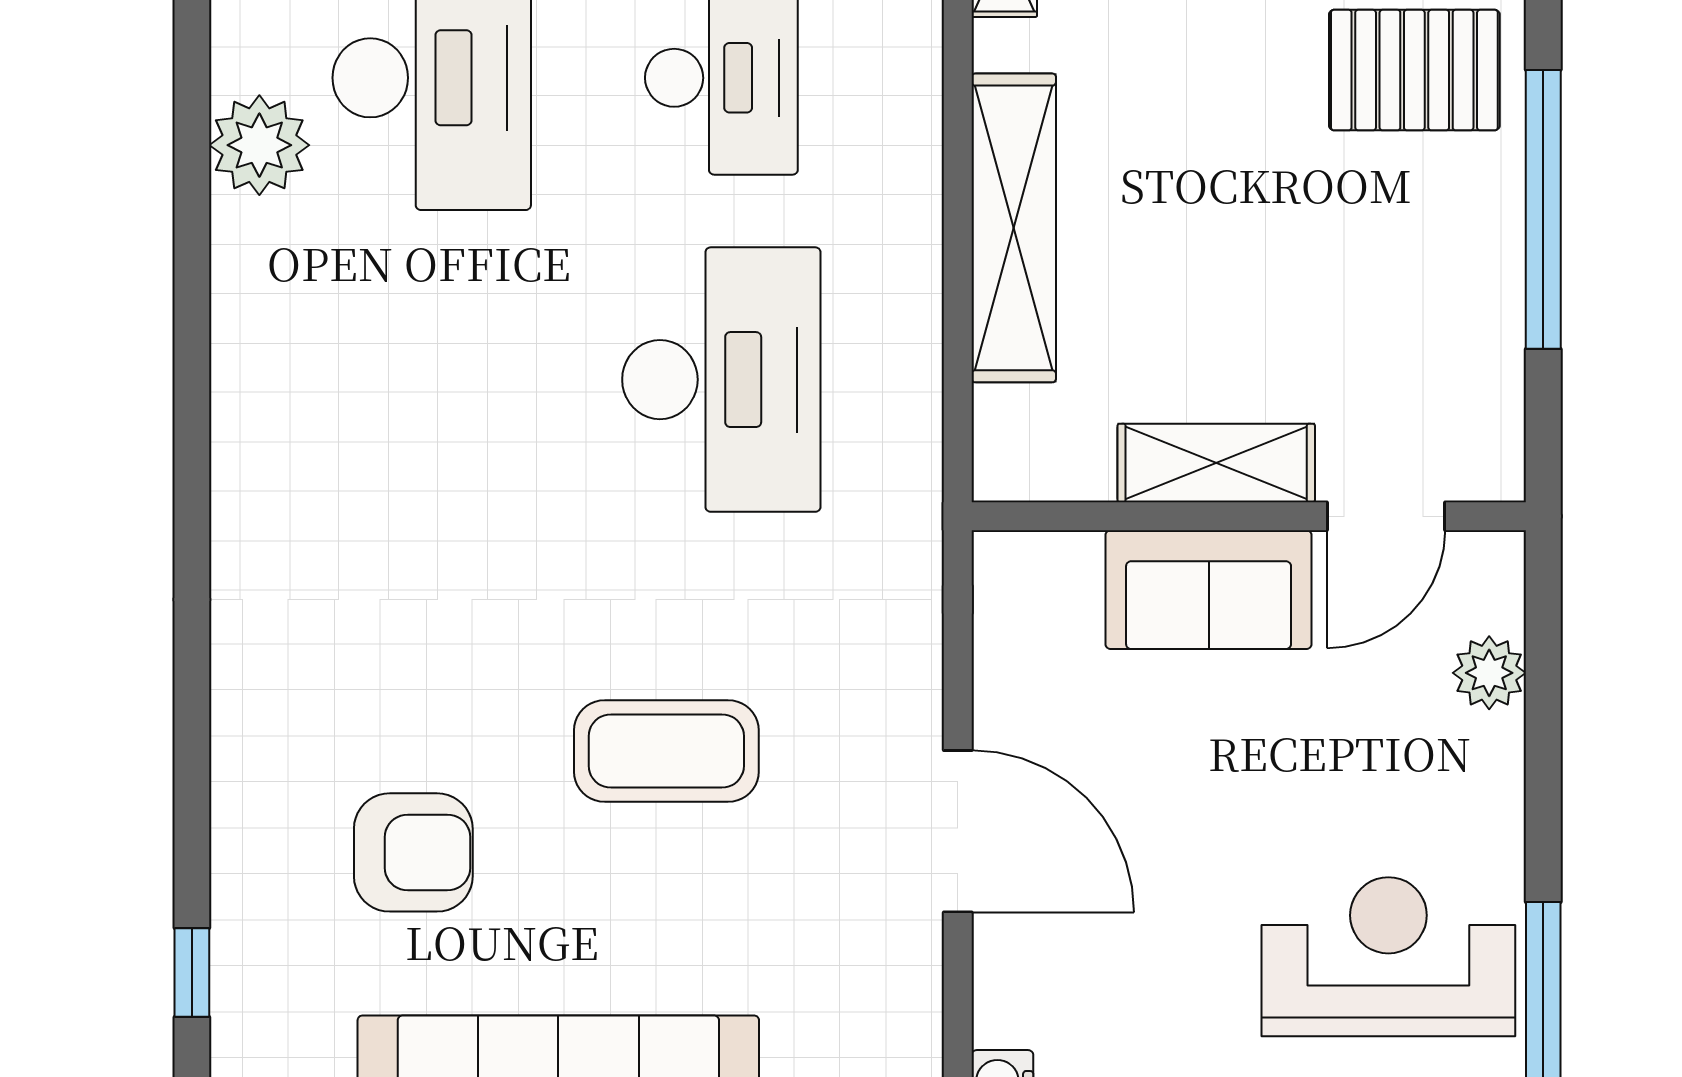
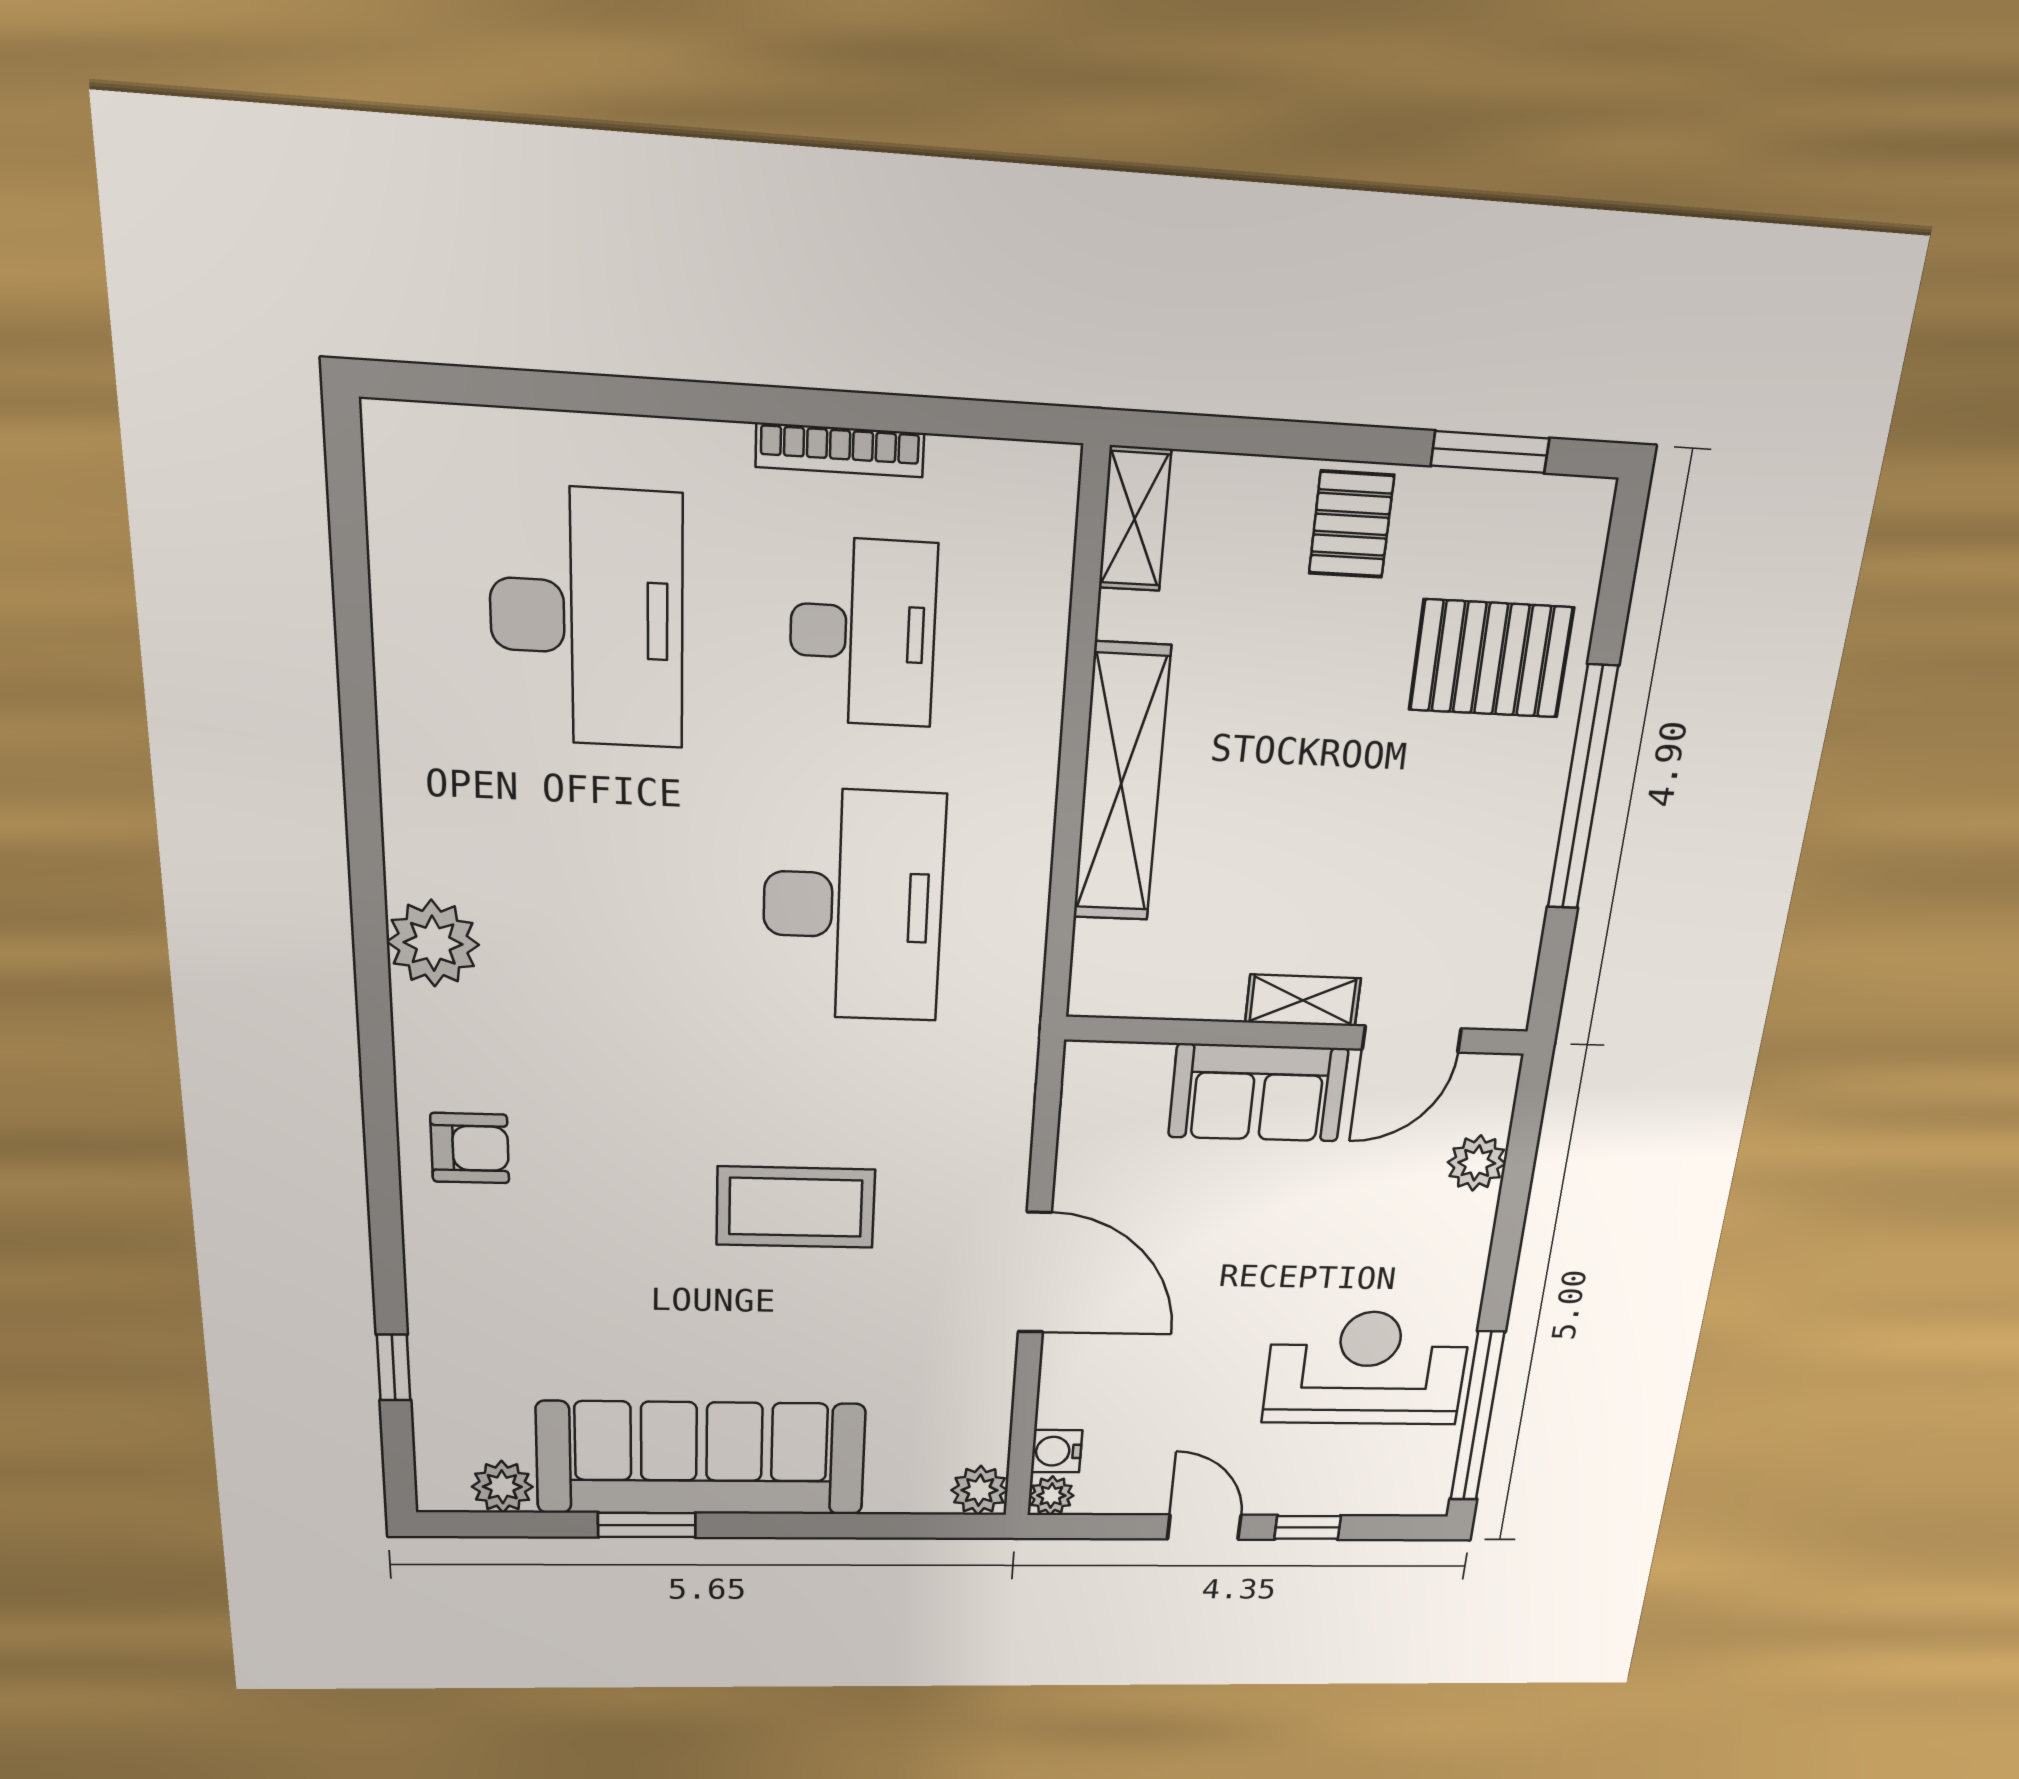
plant: (259, 145) -> (433, 943), moved
shelving: (1216, 463) -> (1303, 1000), width x0.67, depth x0.75
armchair: (413, 852) -> (470, 1148), moved, width x0.72, depth x0.72

